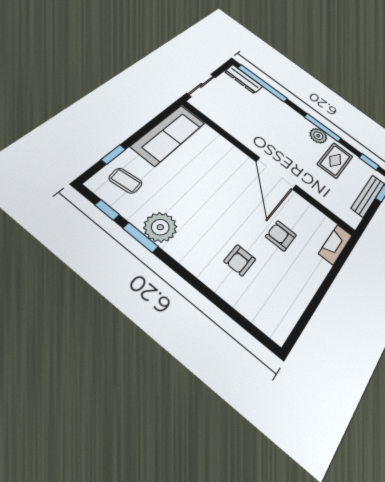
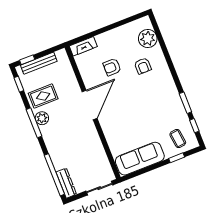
plant: (160, 227) -> (148, 38), moved
armchair: (281, 236) -> (112, 67), turned 90
armchair: (240, 260) -> (143, 66), turned 90

